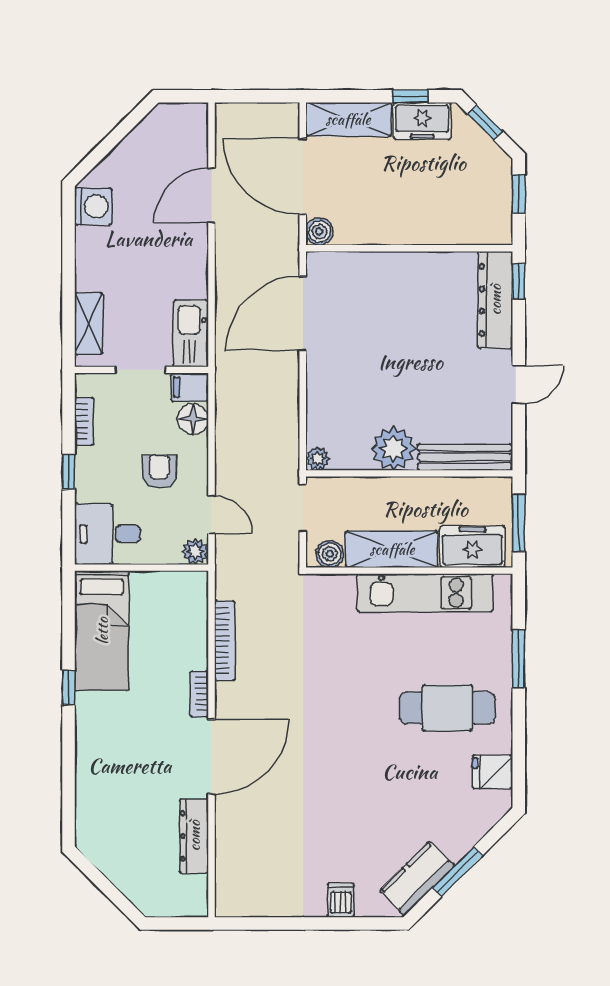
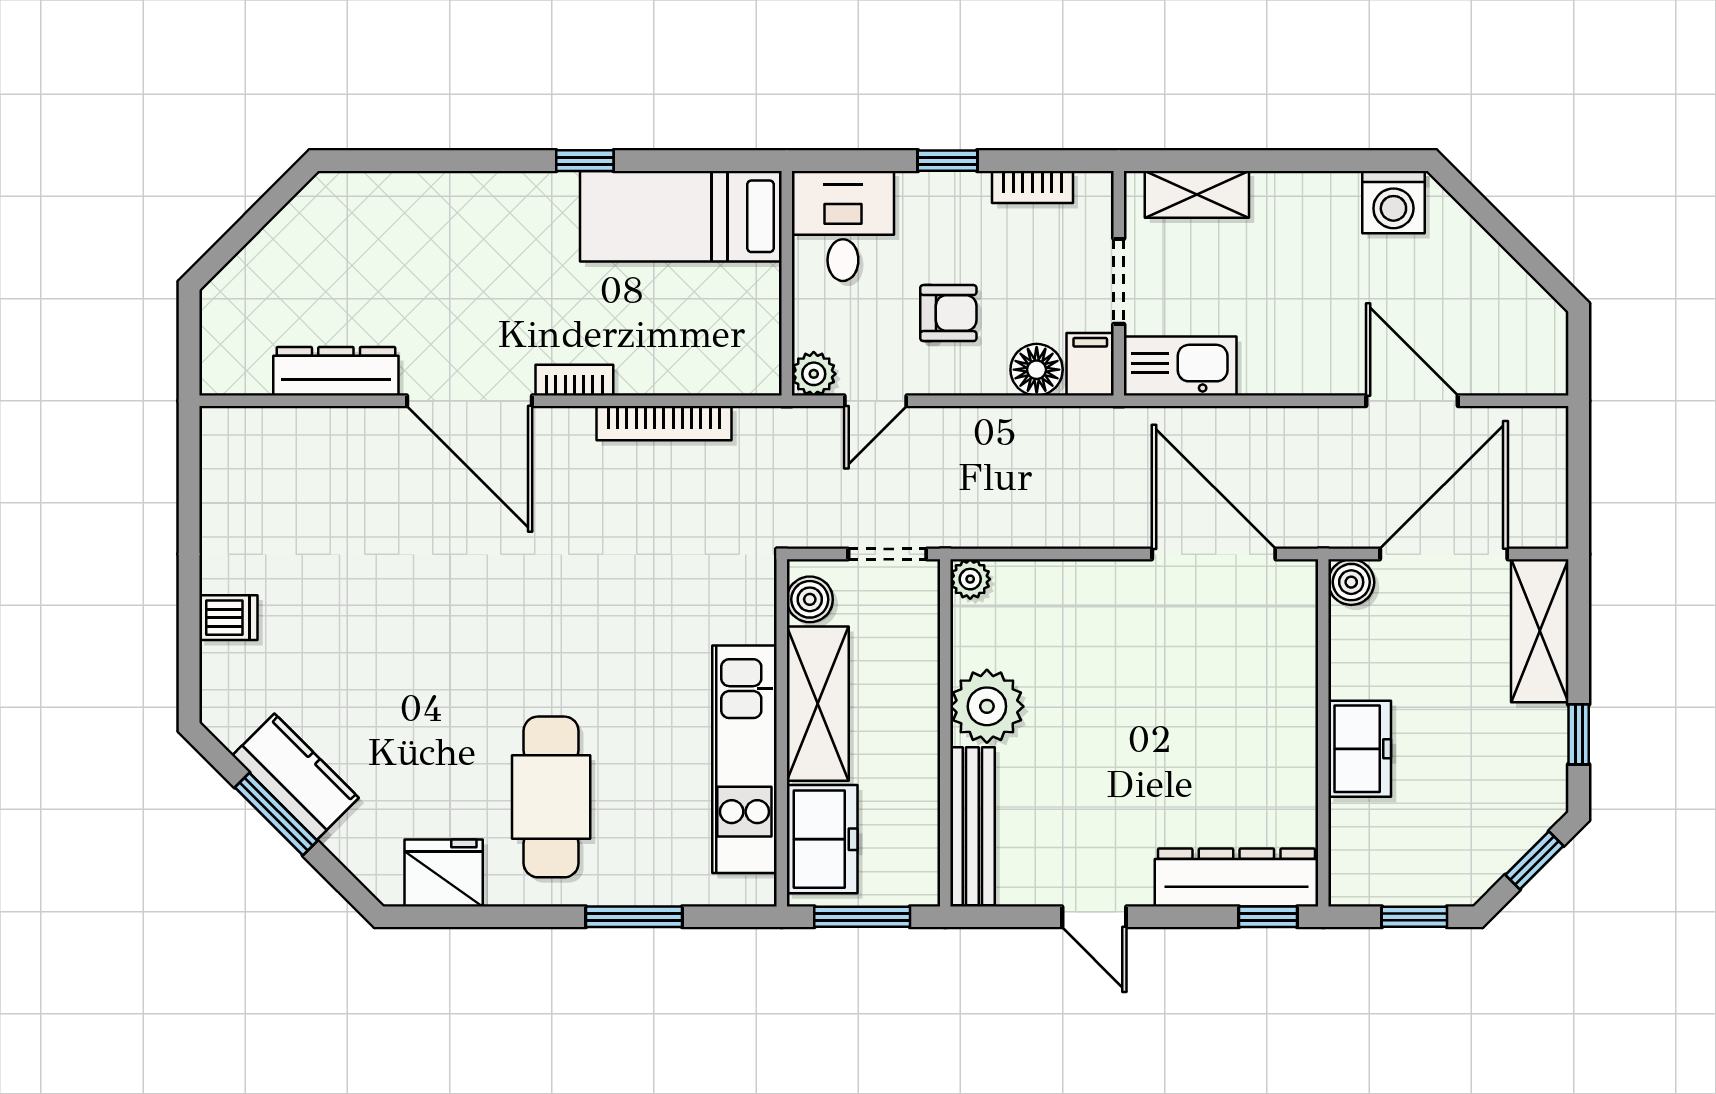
freezer: (422, 121) -> (1360, 749), moved, turned 180
fridge: (493, 772) -> (444, 873), width x1.38
kitchen counter: (417, 878) -> (296, 777), moved

